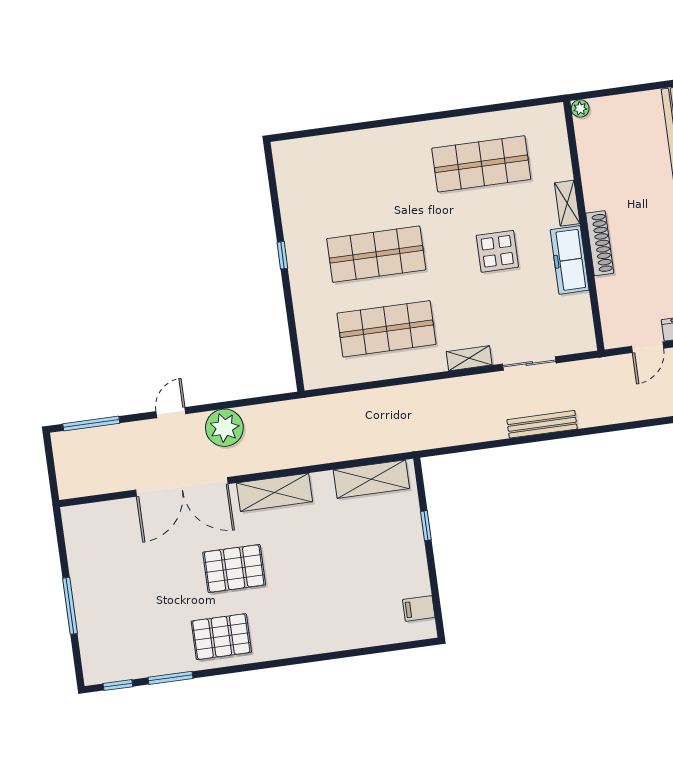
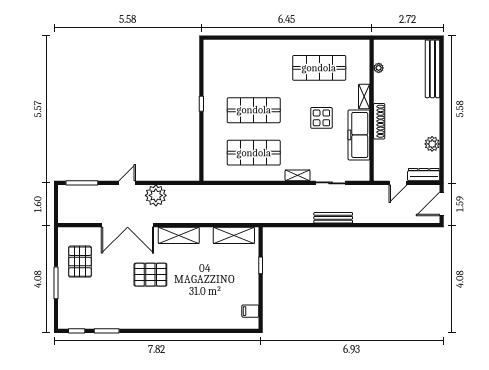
plant: (580, 108) -> (379, 68), moved
freezer: (570, 260) -> (359, 135), width x1.36, depth x1.26
pallet: (221, 637) -> (80, 262), moved, turned 90

